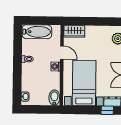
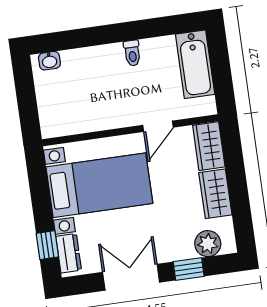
wardrobe: (96, 32) -> (215, 194), added
washing machine: (56, 66) -> (126, 117), removed
bidet: (54, 98) -> (57, 125), removed

